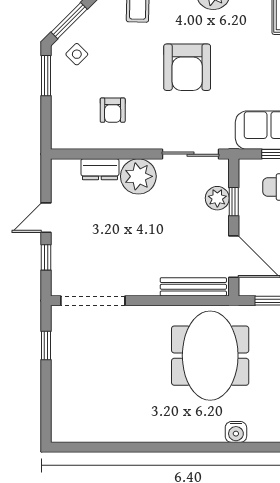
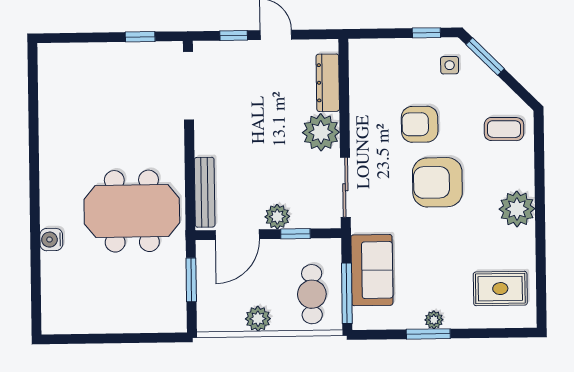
side table: (77, 54) -> (450, 65), turned 45
window: (46, 76) -> (426, 33), width x0.67
armchair: (113, 110) -> (420, 124), moved, width x1.38, depth x1.38
dresser: (100, 169) -> (328, 83), width x1.44
plant: (217, 198) -> (277, 217), moved

